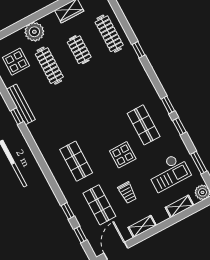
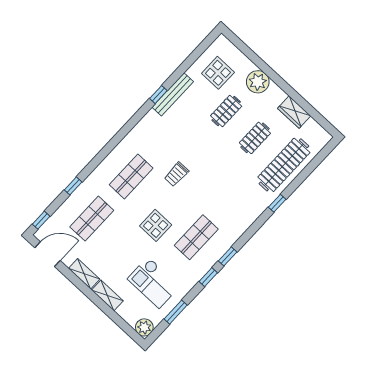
clothes rail: (109, 34) -> (284, 165), width x1.37, depth x1.31
clothes rail: (49, 66) -> (226, 111), width x0.73
trolley: (127, 193) -> (176, 174), moved
shelving: (180, 206) -> (107, 295), moved
window: (80, 235) -> (41, 220), moved

